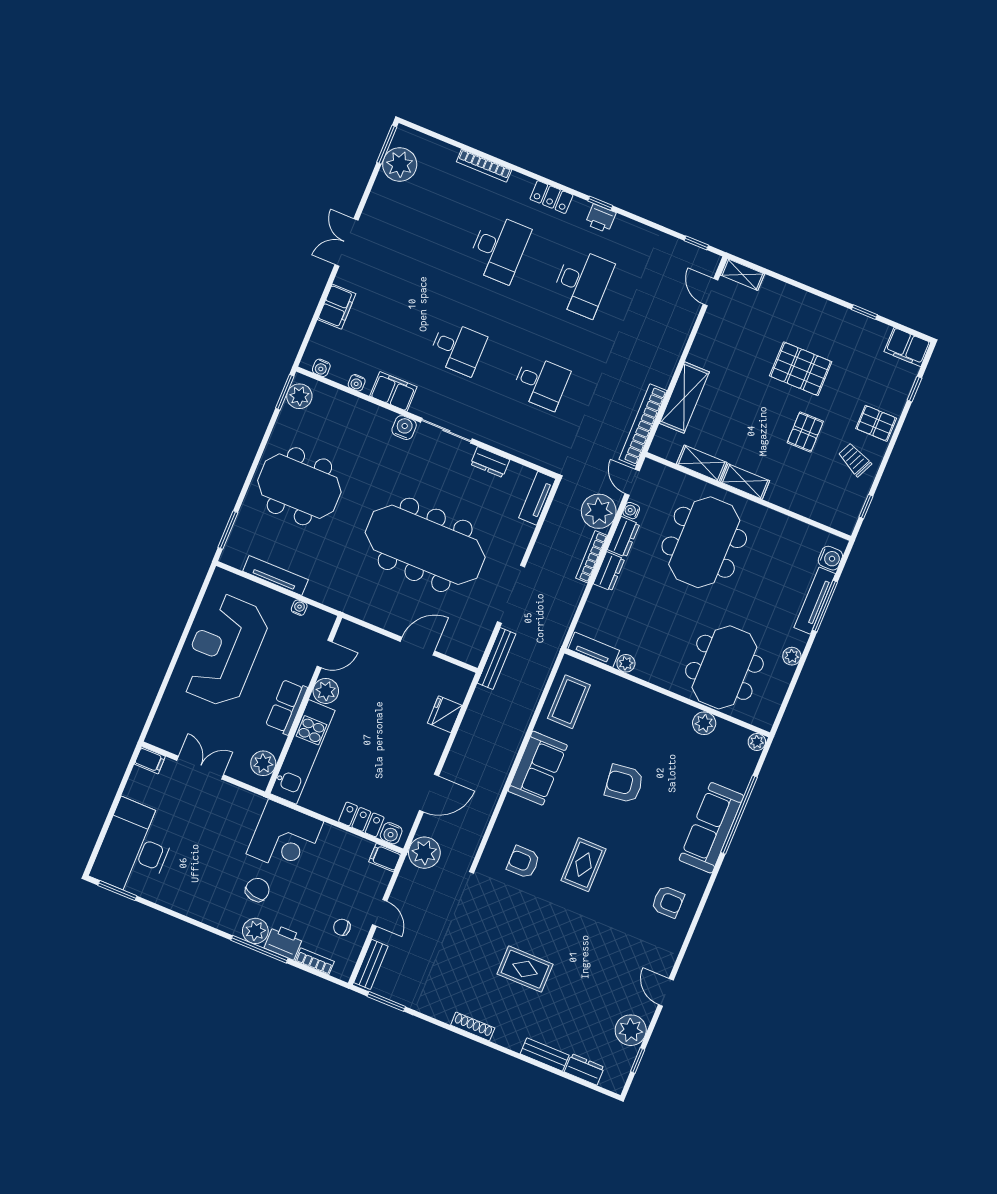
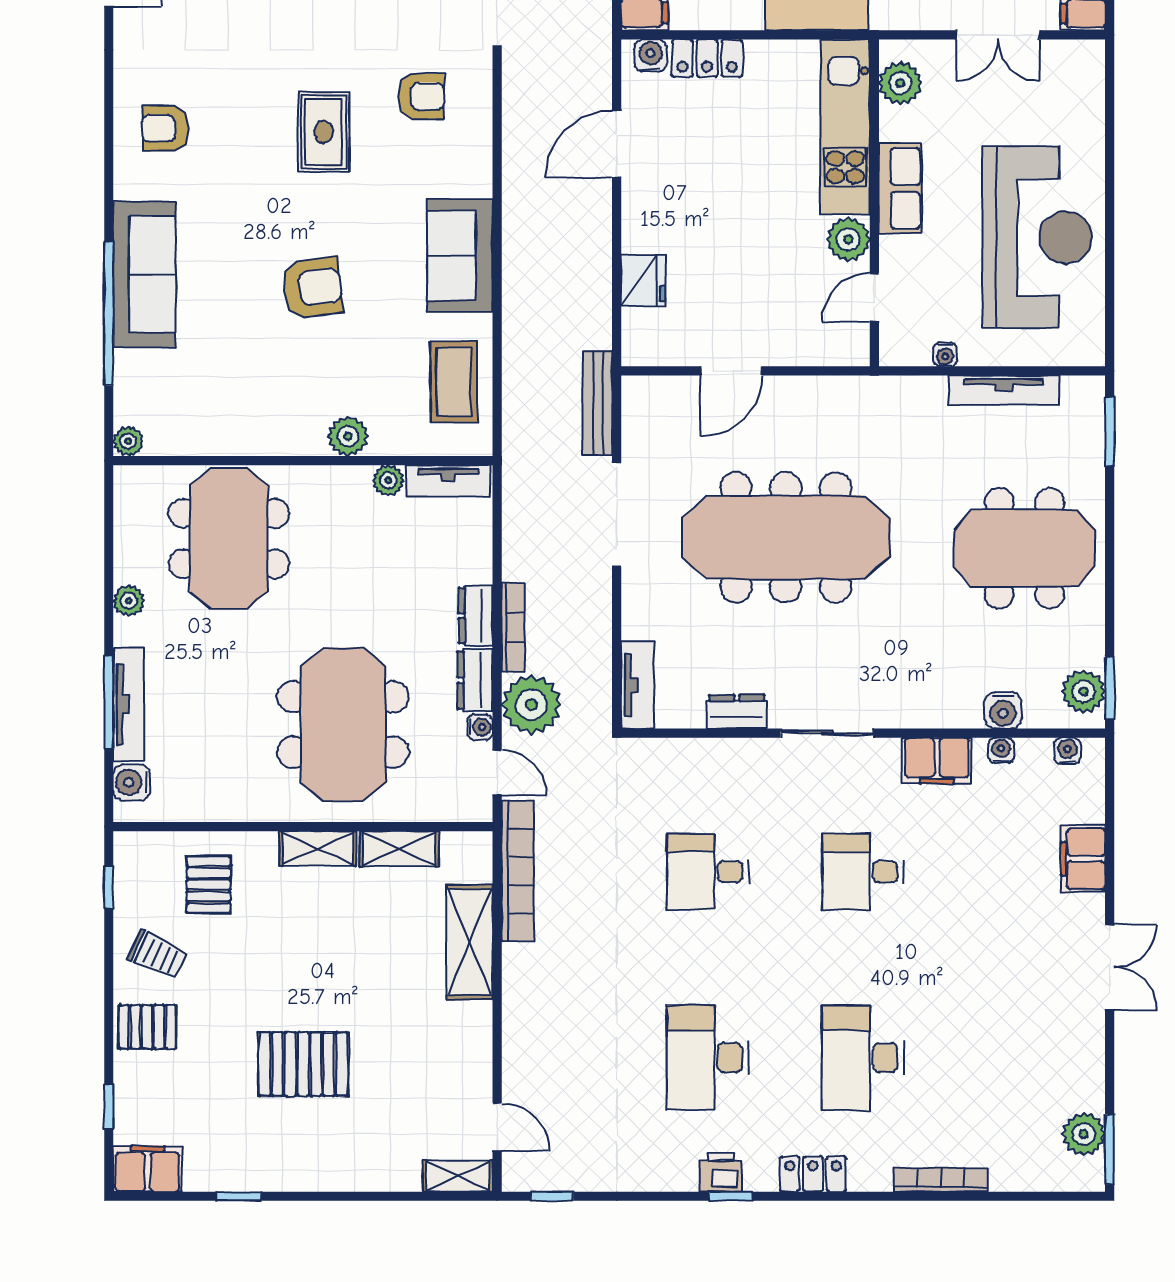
plant: (400, 164) -> (1084, 1134), width x0.73, depth x0.73
water cooler: (404, 428) -> (1003, 710), moved
pallet: (805, 432) -> (209, 885), moved
plant: (704, 723) -> (348, 436), moved
plant: (424, 853) -> (585, 47), removed

